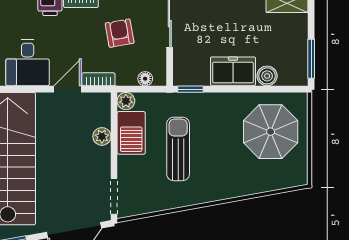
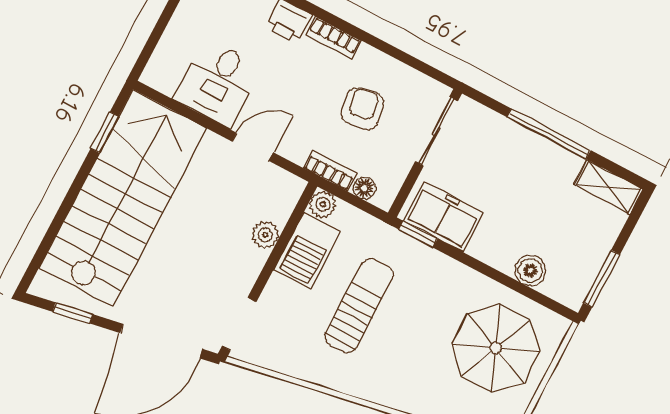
freezer: (233, 71) -> (443, 217), moved
bookcase: (98, 79) -> (330, 171), moved

